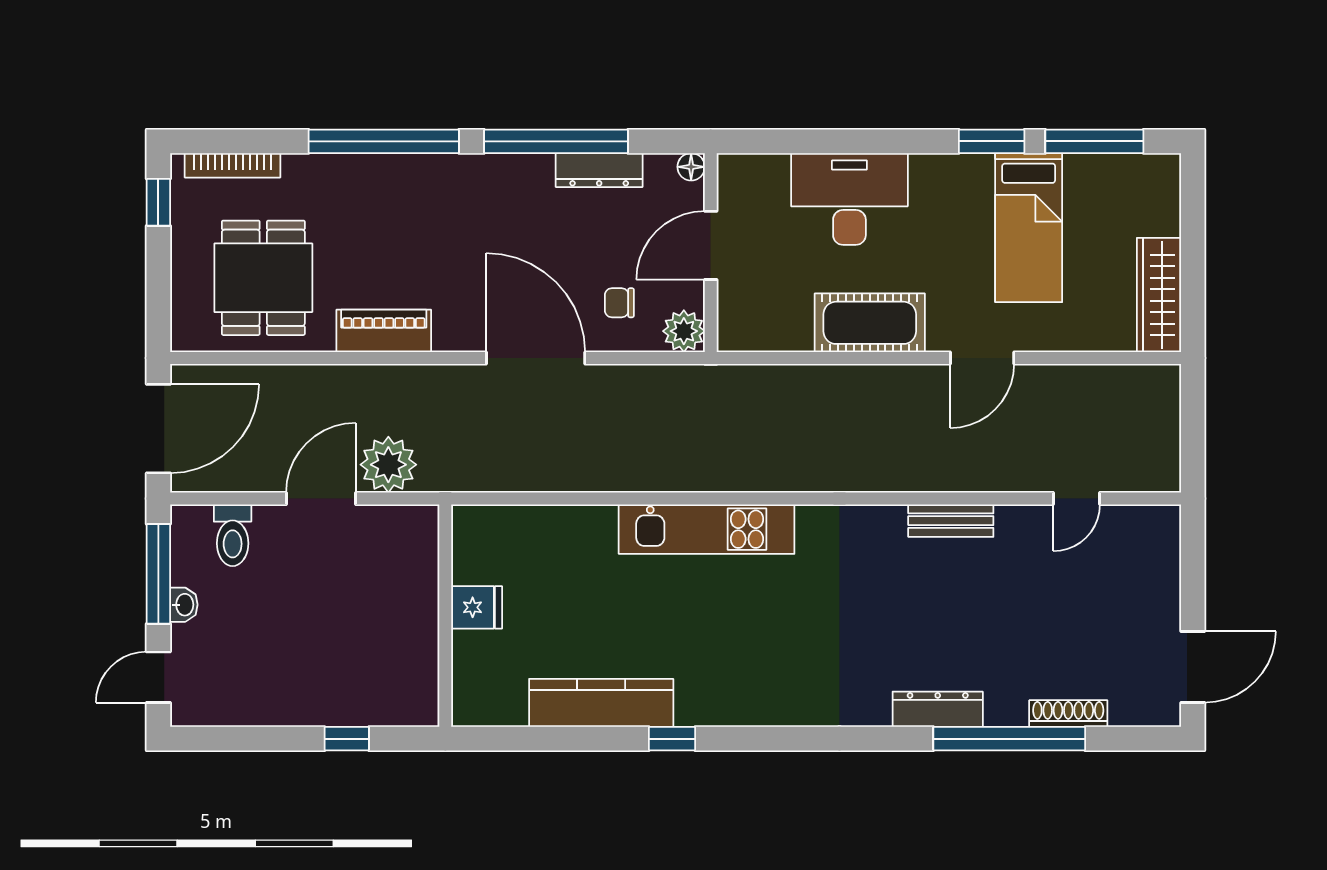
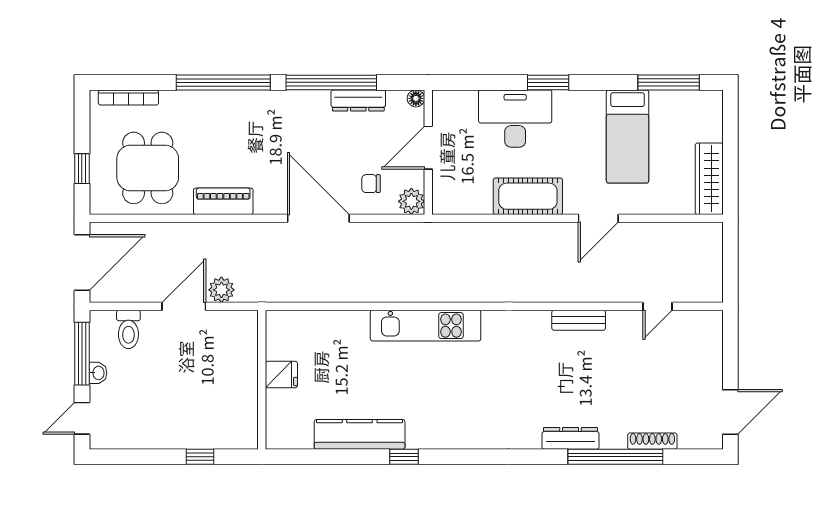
window: (992, 141) -> (548, 82), moved
window: (158, 202) -> (82, 169), moved
plant: (388, 465) -> (221, 290), width x0.73, depth x0.73

